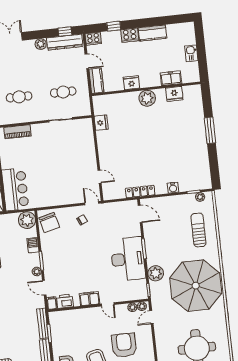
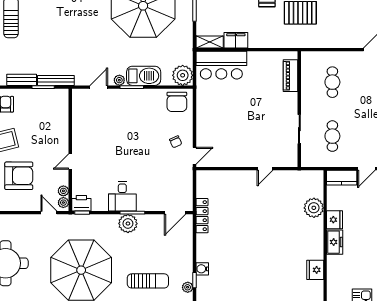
freezer: (171, 78) -> (335, 242), moved
plant: (147, 98) -> (314, 208), moved
fridge: (101, 123) -> (290, 178), removed
door: (100, 177) -> (265, 169), moved
water cooler: (173, 188) -> (202, 269), moved
chair: (49, 222) -> (177, 102), turned -76
barbecue: (33, 245) -> (144, 76), width x1.88, depth x1.53
desk: (128, 259) -> (122, 196), width x0.53, depth x0.77
plant: (156, 273) -> (128, 224), moved
filing cabinet: (89, 299) -> (79, 140), removed
printer: (65, 301) -> (81, 203), moved, turned -90
filing cabinet: (52, 303) -> (79, 94), removed

